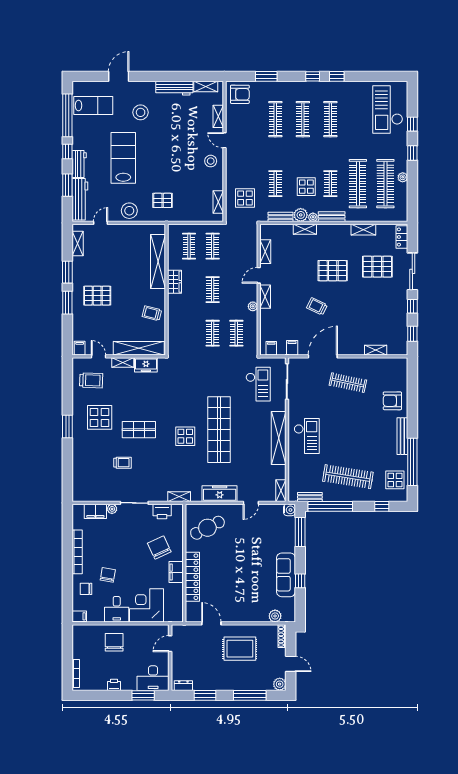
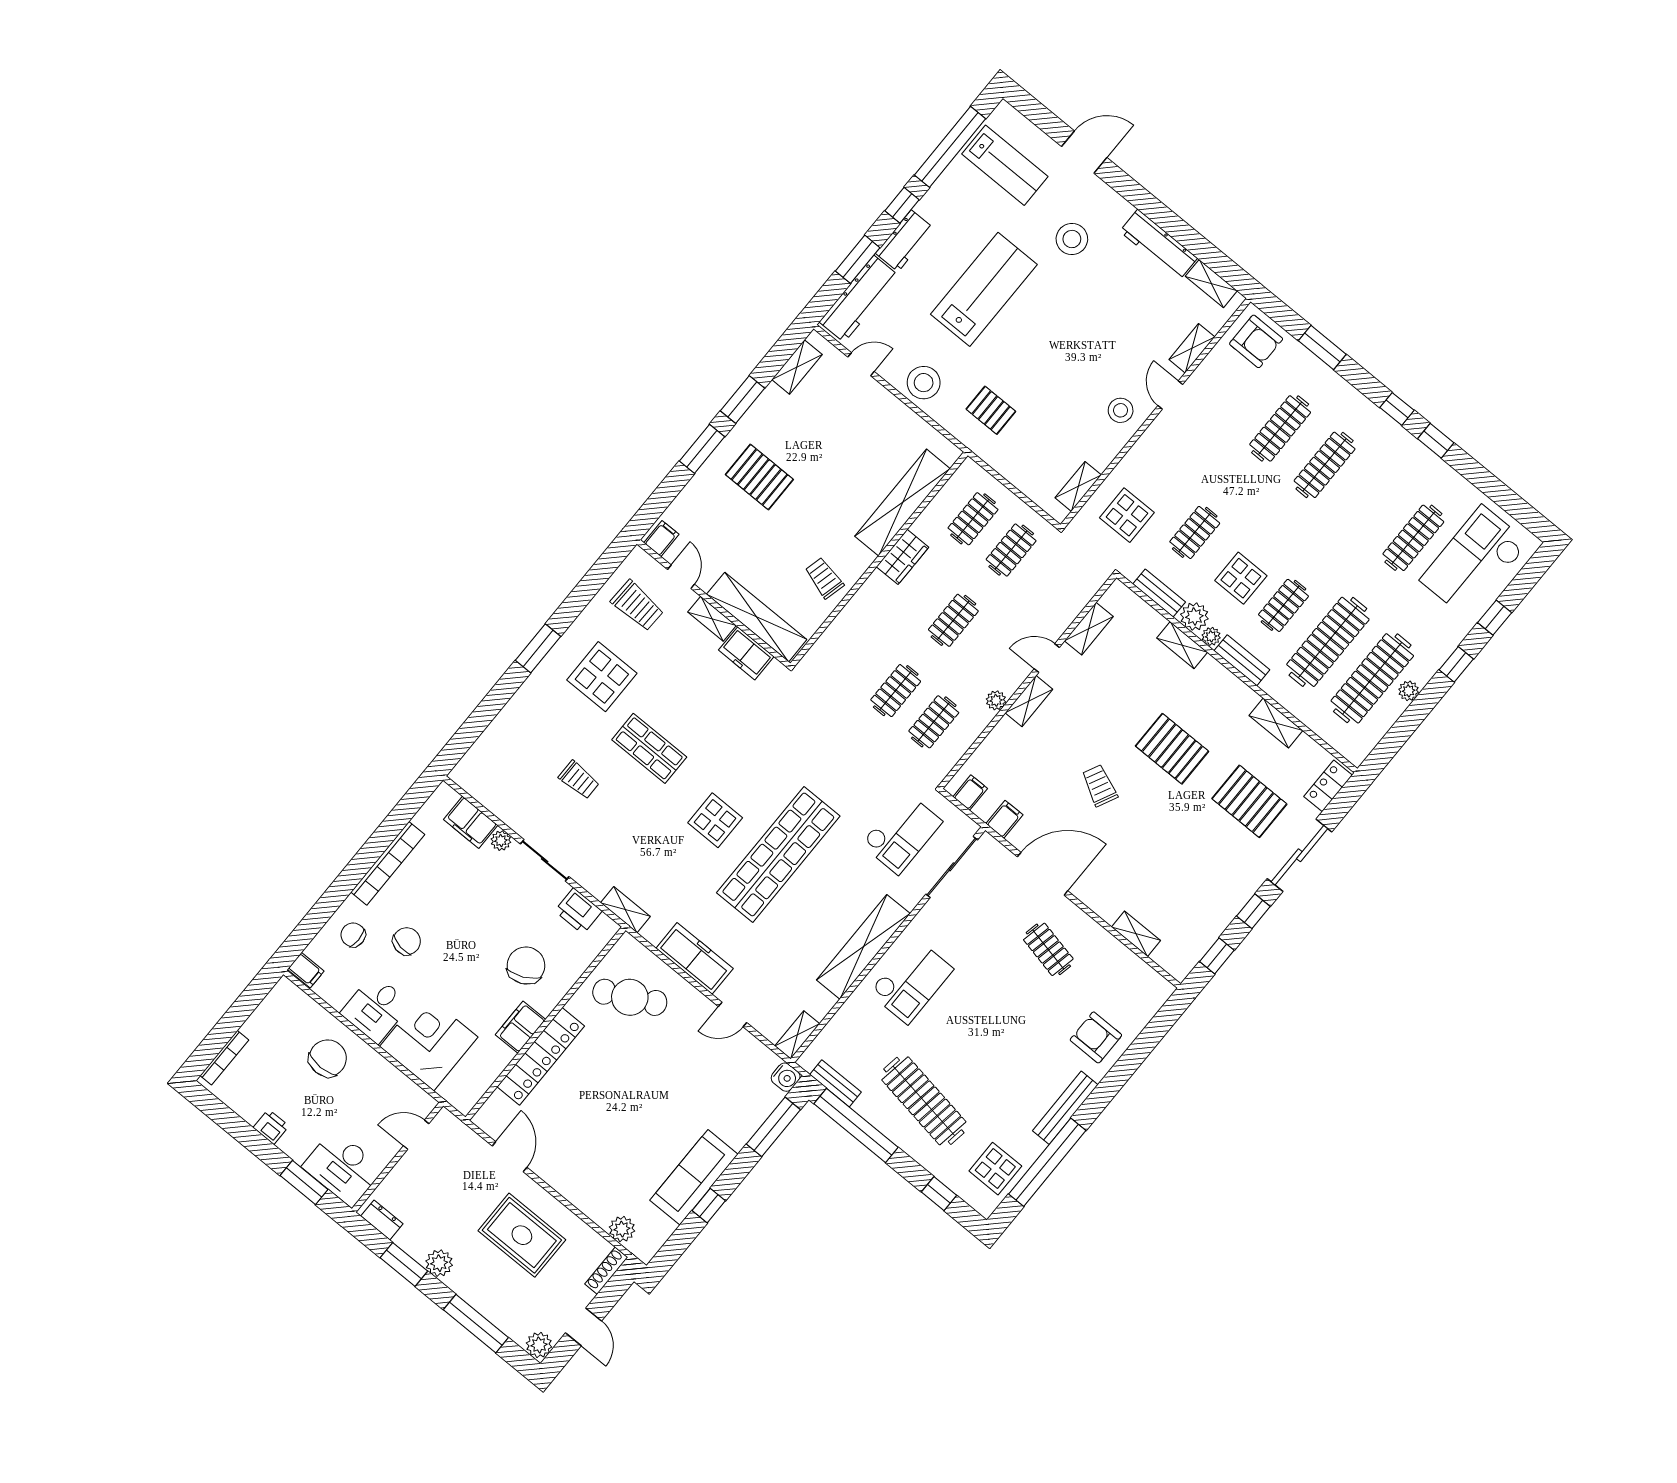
clothes rail: (330, 119) -> (1413, 538), moved
clothes rail: (348, 383) -> (1048, 949), width x0.73
plant: (218, 684) -> (439, 1263), added

